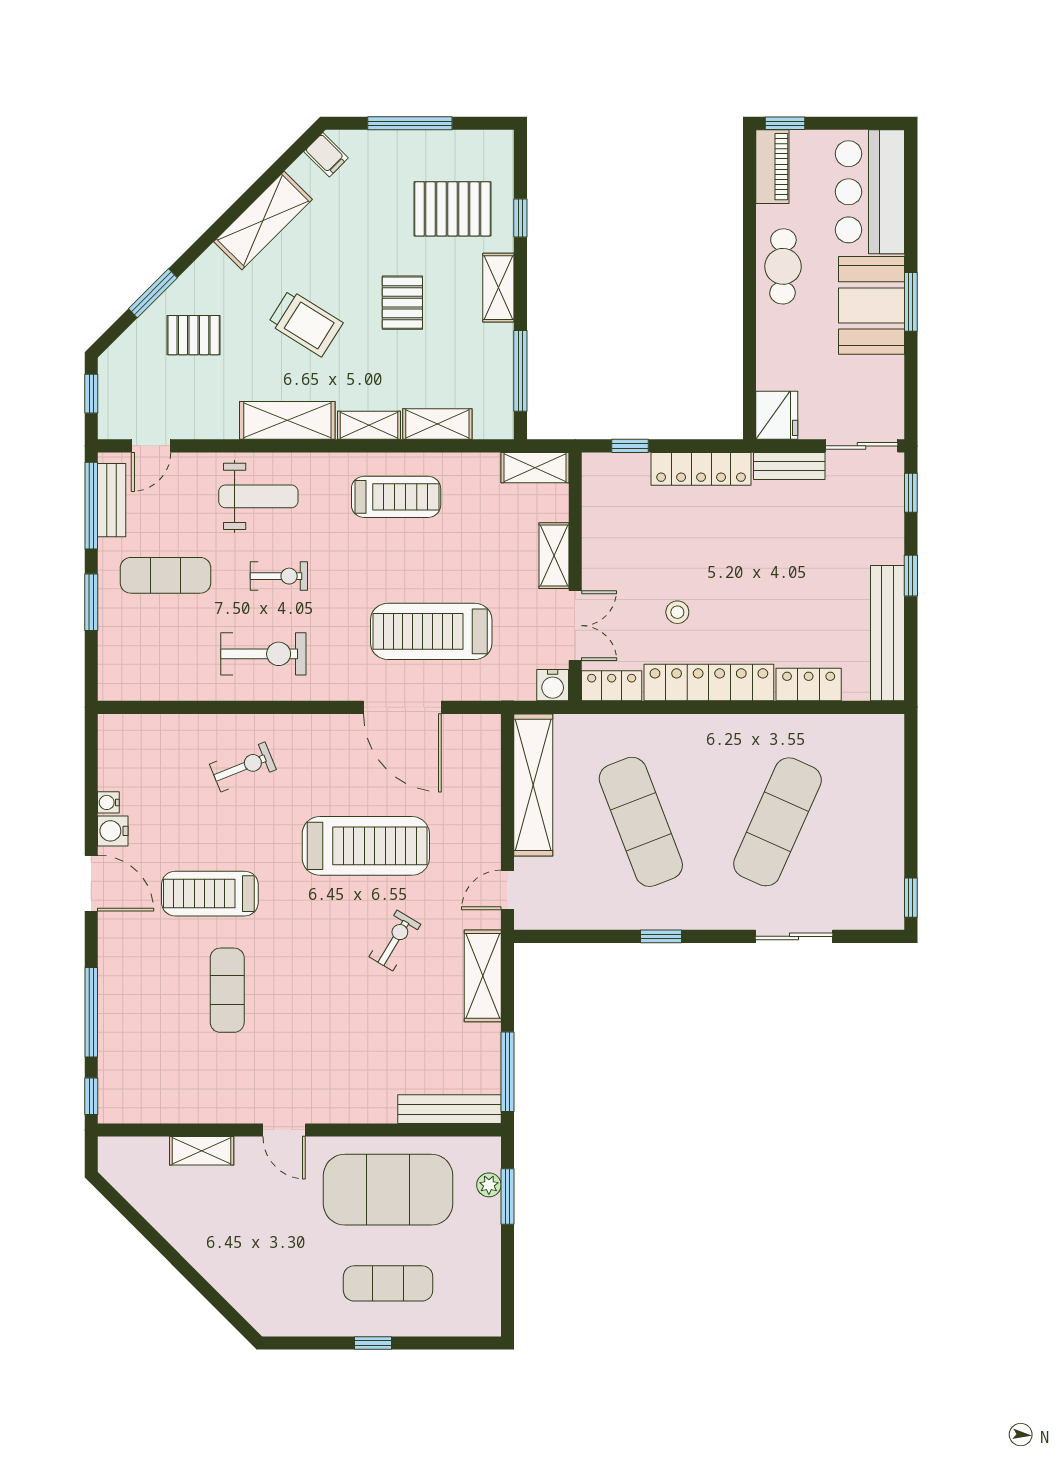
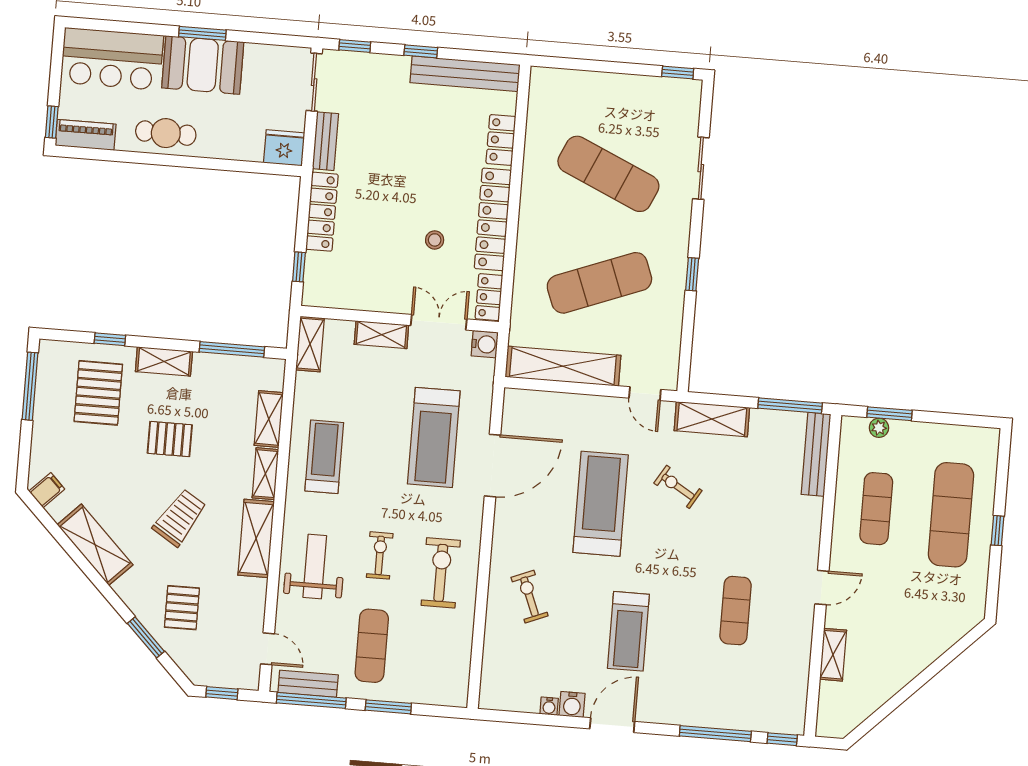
window: (410, 123) -> (30, 386), moved
exercise mat: (227, 990) -> (736, 611), moved, turned 90
exercise mat: (388, 1190) -> (876, 509), width x0.50, depth x0.69
exercise mat: (388, 1283) -> (951, 515), width x1.36, depth x1.45

